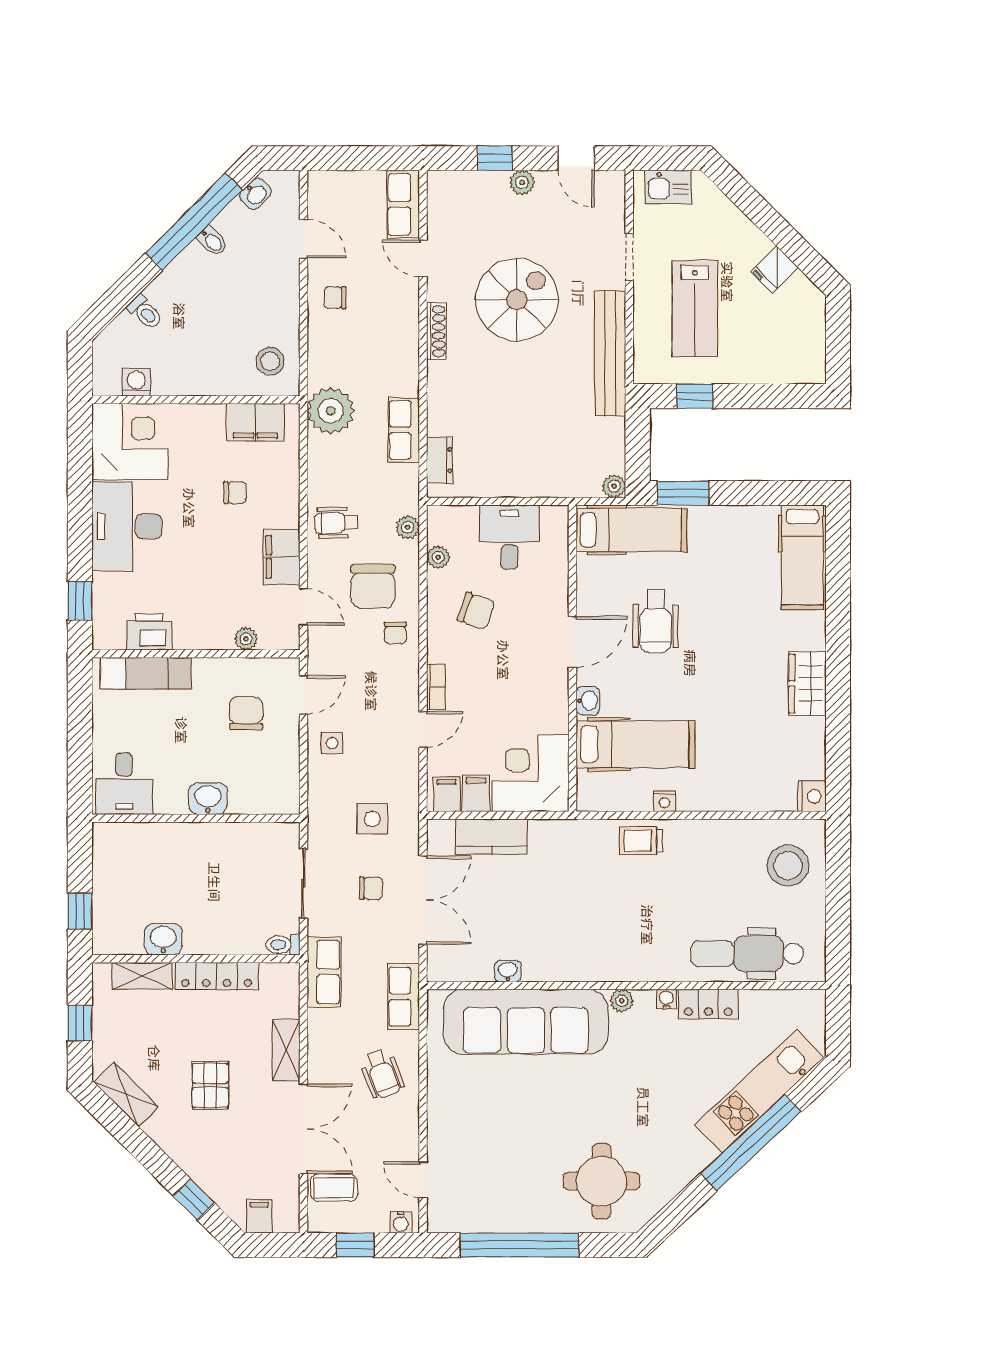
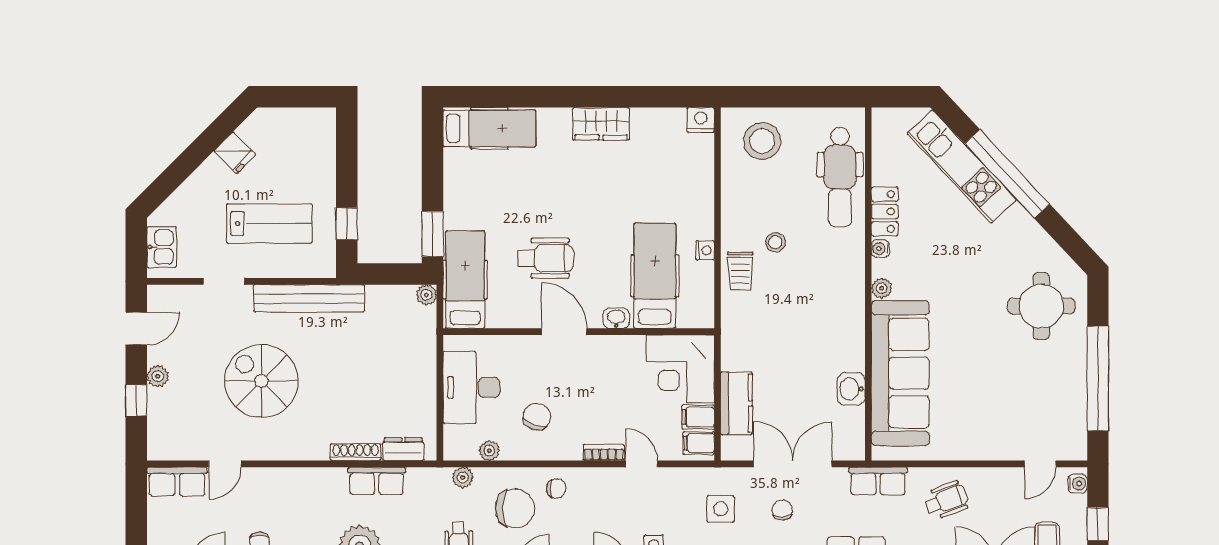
shoe rack: (436, 331) -> (356, 452), moved
desk: (509, 537) -> (471, 387), width x1.37
stool: (674, 881) -> (775, 242), added
washbasin: (508, 971) -> (851, 389), width x1.38, depth x1.45

